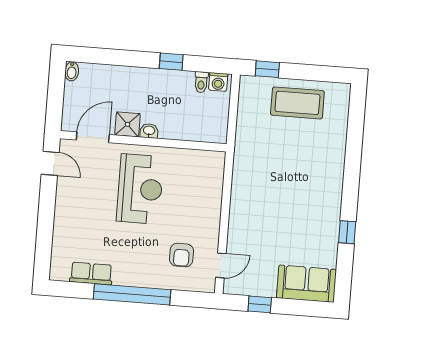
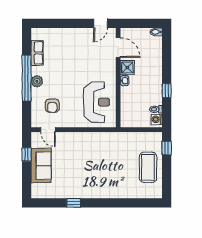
reception desk: (140, 189) -> (97, 102), moved, turned -90
armchair: (181, 255) -> (52, 106), turned -90
plant: (139, 277) -> (37, 81), added
sofa: (307, 284) -> (41, 166), moved

